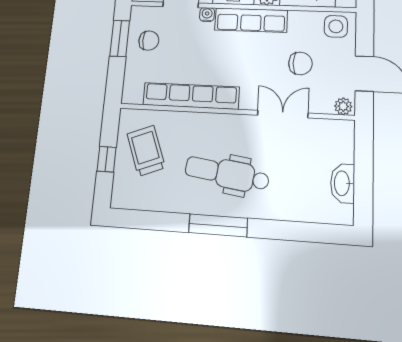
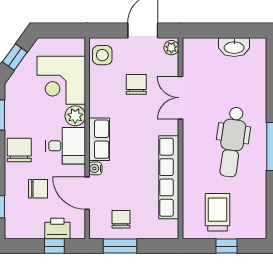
row of seats: (251, 20) -> (99, 139), width x0.68
trolley: (146, 151) -> (217, 212), turned 111

